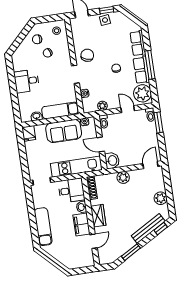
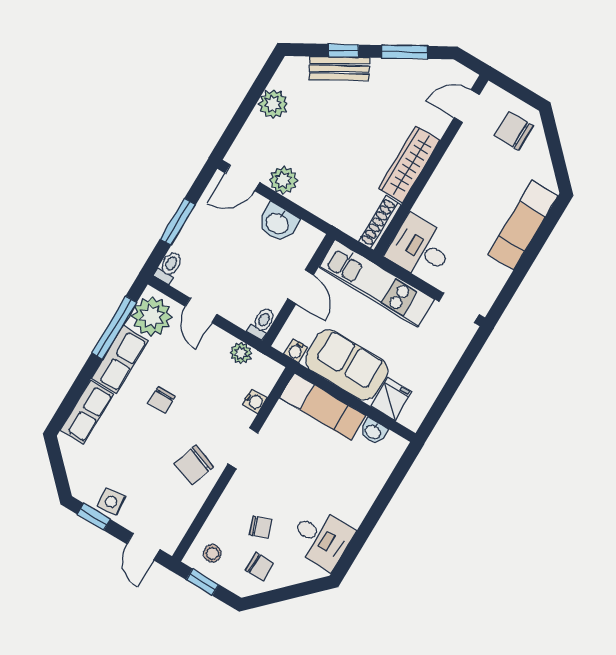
window: (52, 18) -> (202, 582), added
window: (150, 65) -> (114, 328), moved
desk: (27, 81) -> (321, 538), moved
window: (158, 122) -> (178, 222), moved
fridge: (29, 133) -> (391, 399), moved
washbasin: (112, 161) -> (278, 223), moved, turned -90
plant: (123, 178) -> (283, 180), moved
washbasin: (81, 207) -> (426, 204), removed
wardrobe: (98, 216) -> (409, 164), width x1.50
filing cabinet: (82, 224) -> (452, 173), removed
bench: (148, 228) -> (339, 69), width x0.73
window: (161, 229) -> (344, 51), moved
door: (93, 241) -> (467, 106), moved
chair: (73, 256) -> (513, 131), added

